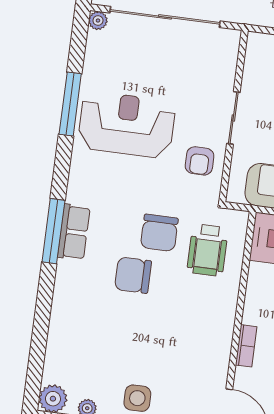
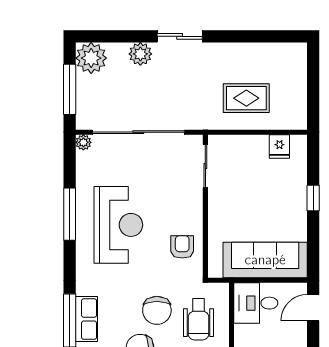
sliding door: (233, 118) -> (205, 166), moved
reception desk: (127, 125) -> (118, 225), turned 90
armchair: (200, 161) -> (182, 247), turned 180

